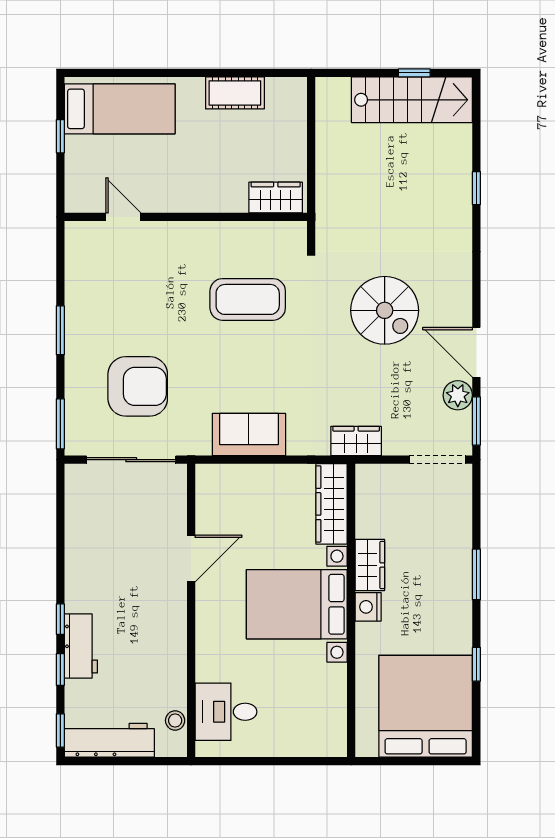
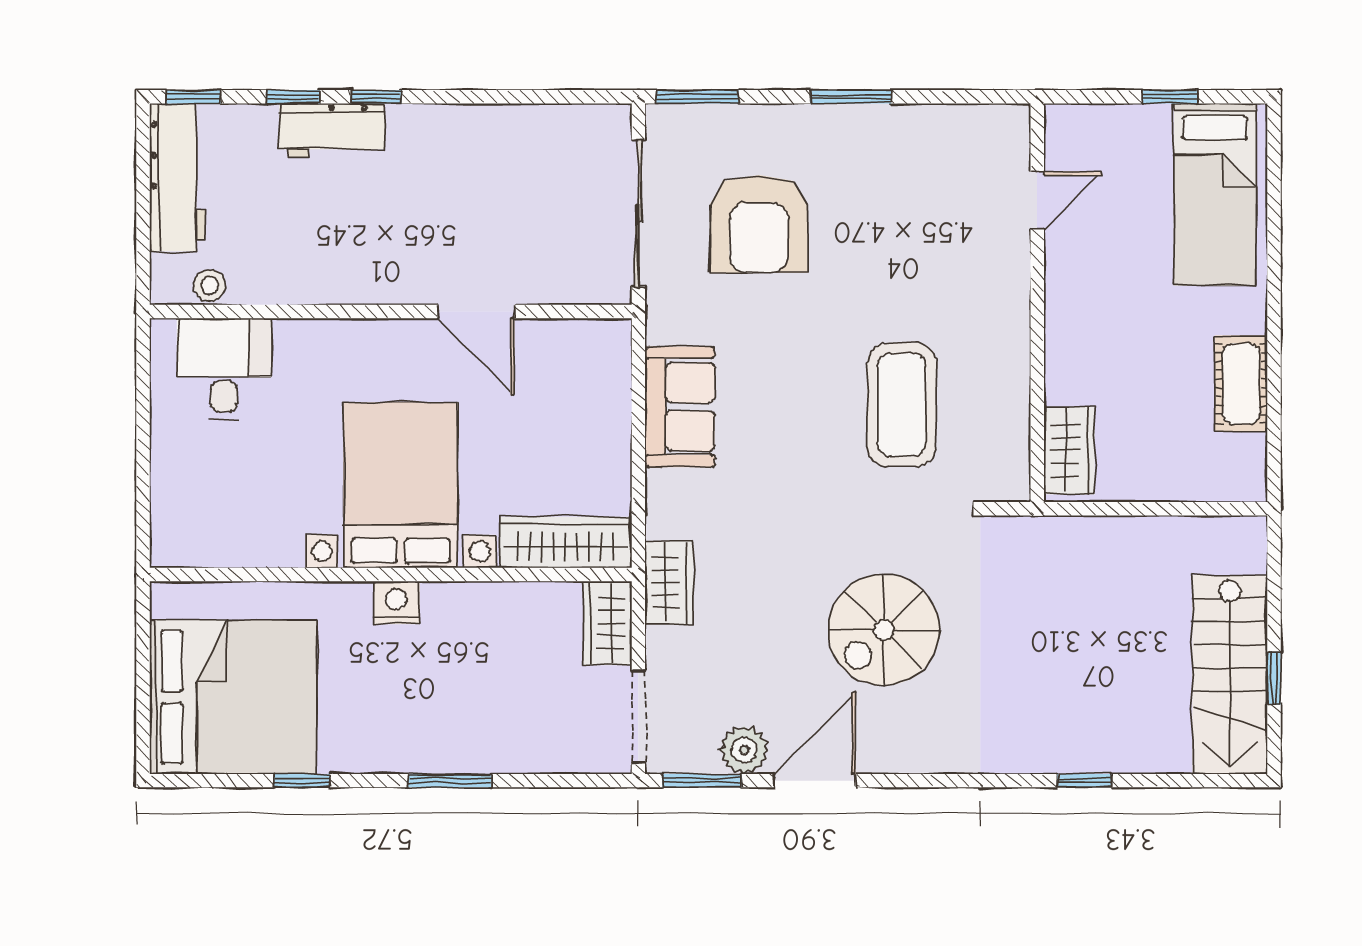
wardrobe: (370, 565) -> (607, 623), moved, turned 90

